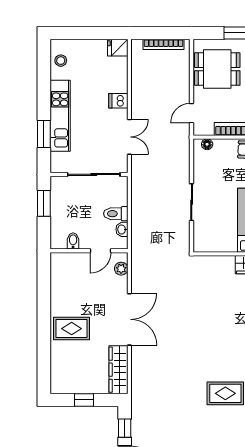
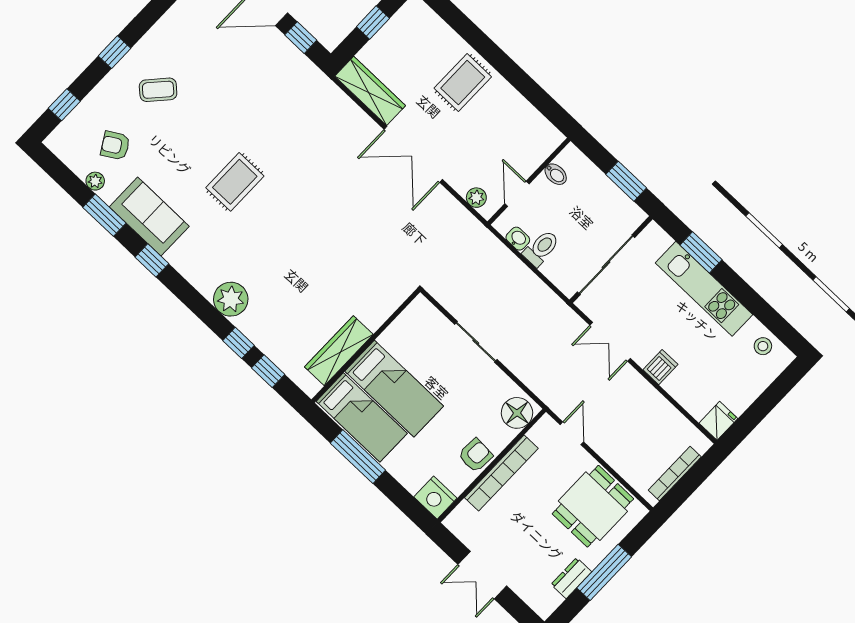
floor lamp: (207, 144) -> (517, 413), width x1.89, depth x1.89

